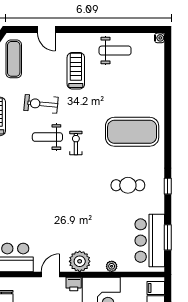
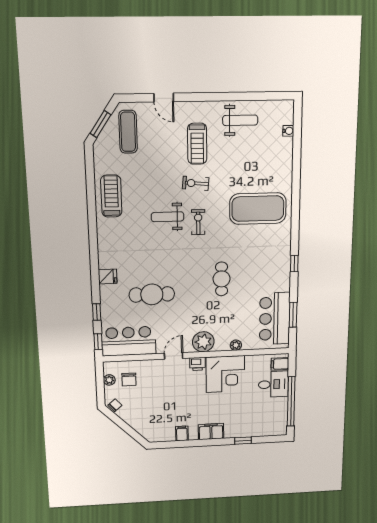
water cooler: (159, 38) -> (288, 131), moved
treadmill: (76, 71) -> (197, 144), turned 180
exercise bike: (41, 104) -> (196, 183), moved, width x0.73, depth x0.72
cafe table: (128, 185) -> (222, 279), moved, turned 90
cafe table: (31, 211) -> (152, 294), added

